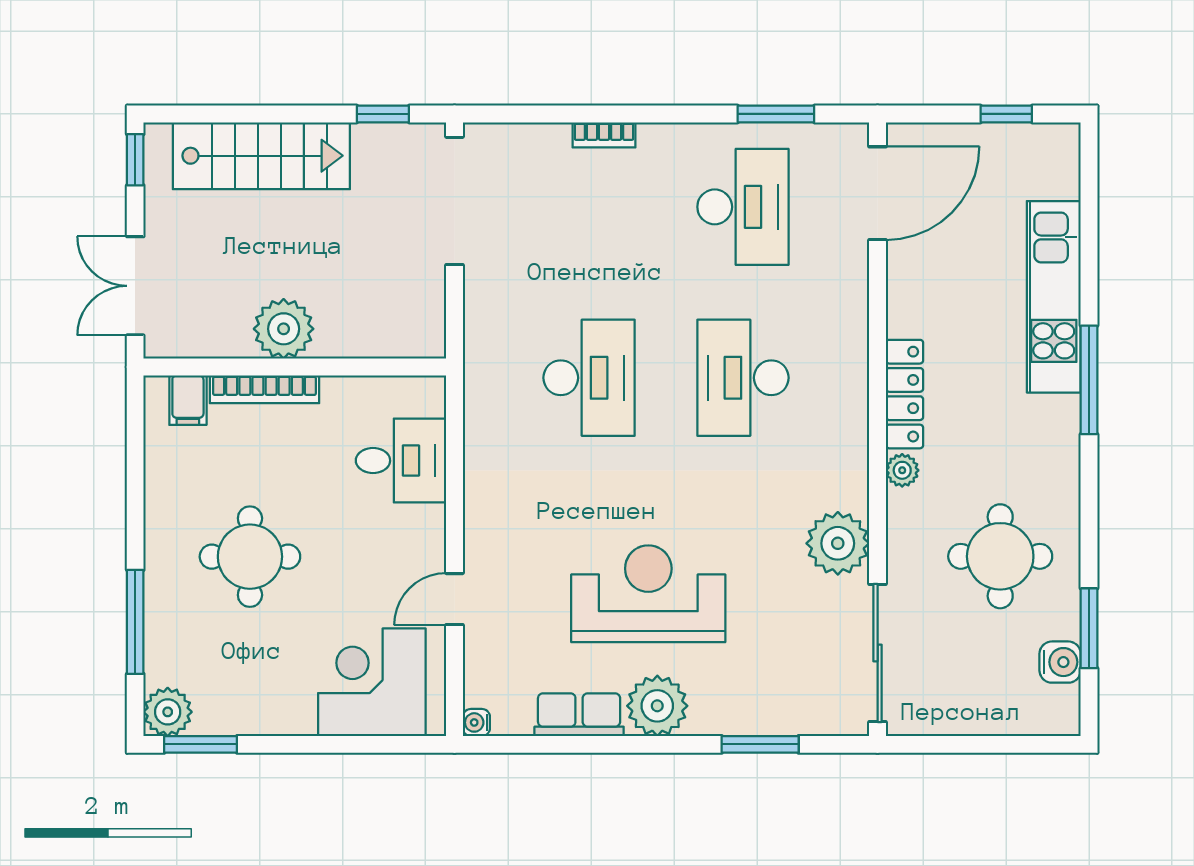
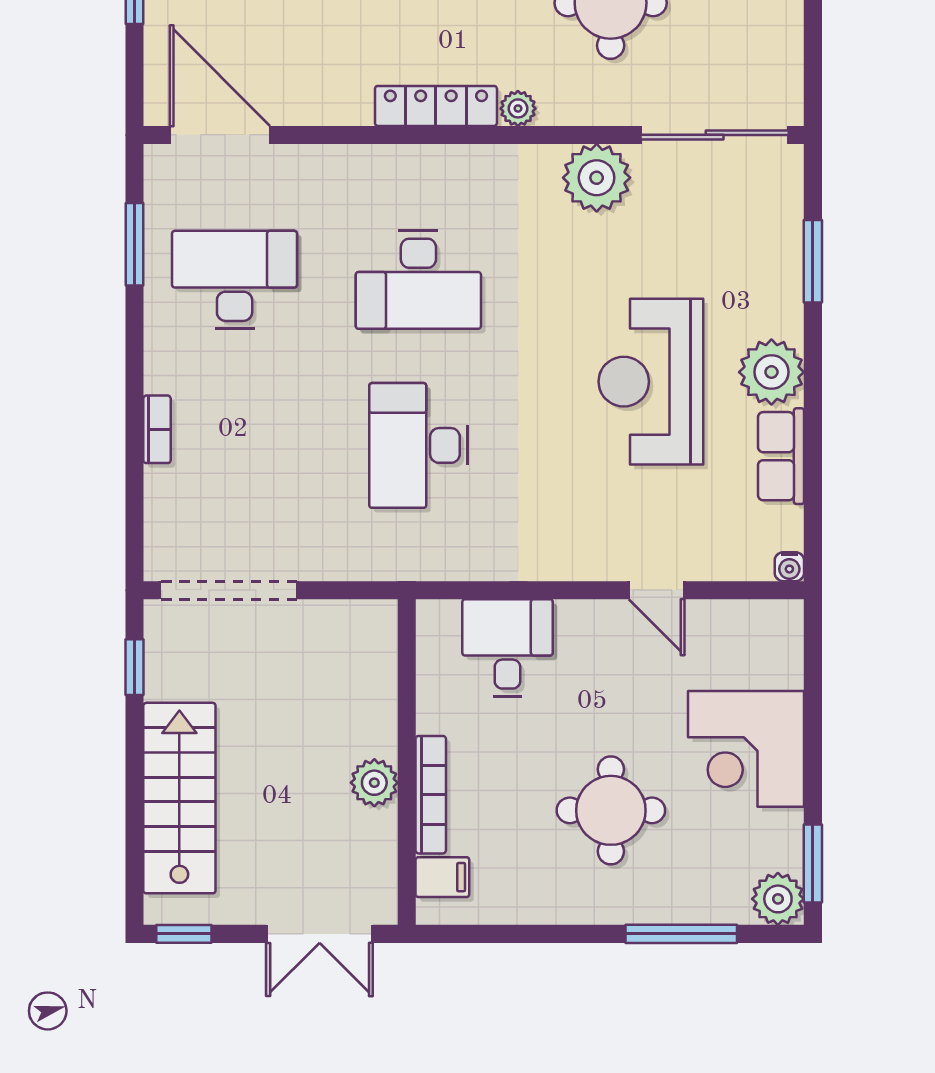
plant: (284, 329) -> (374, 783), width x0.73, depth x0.73
desk: (589, 378) -> (418, 445), turned -90
corner desk: (372, 682) -> (746, 749), moved

